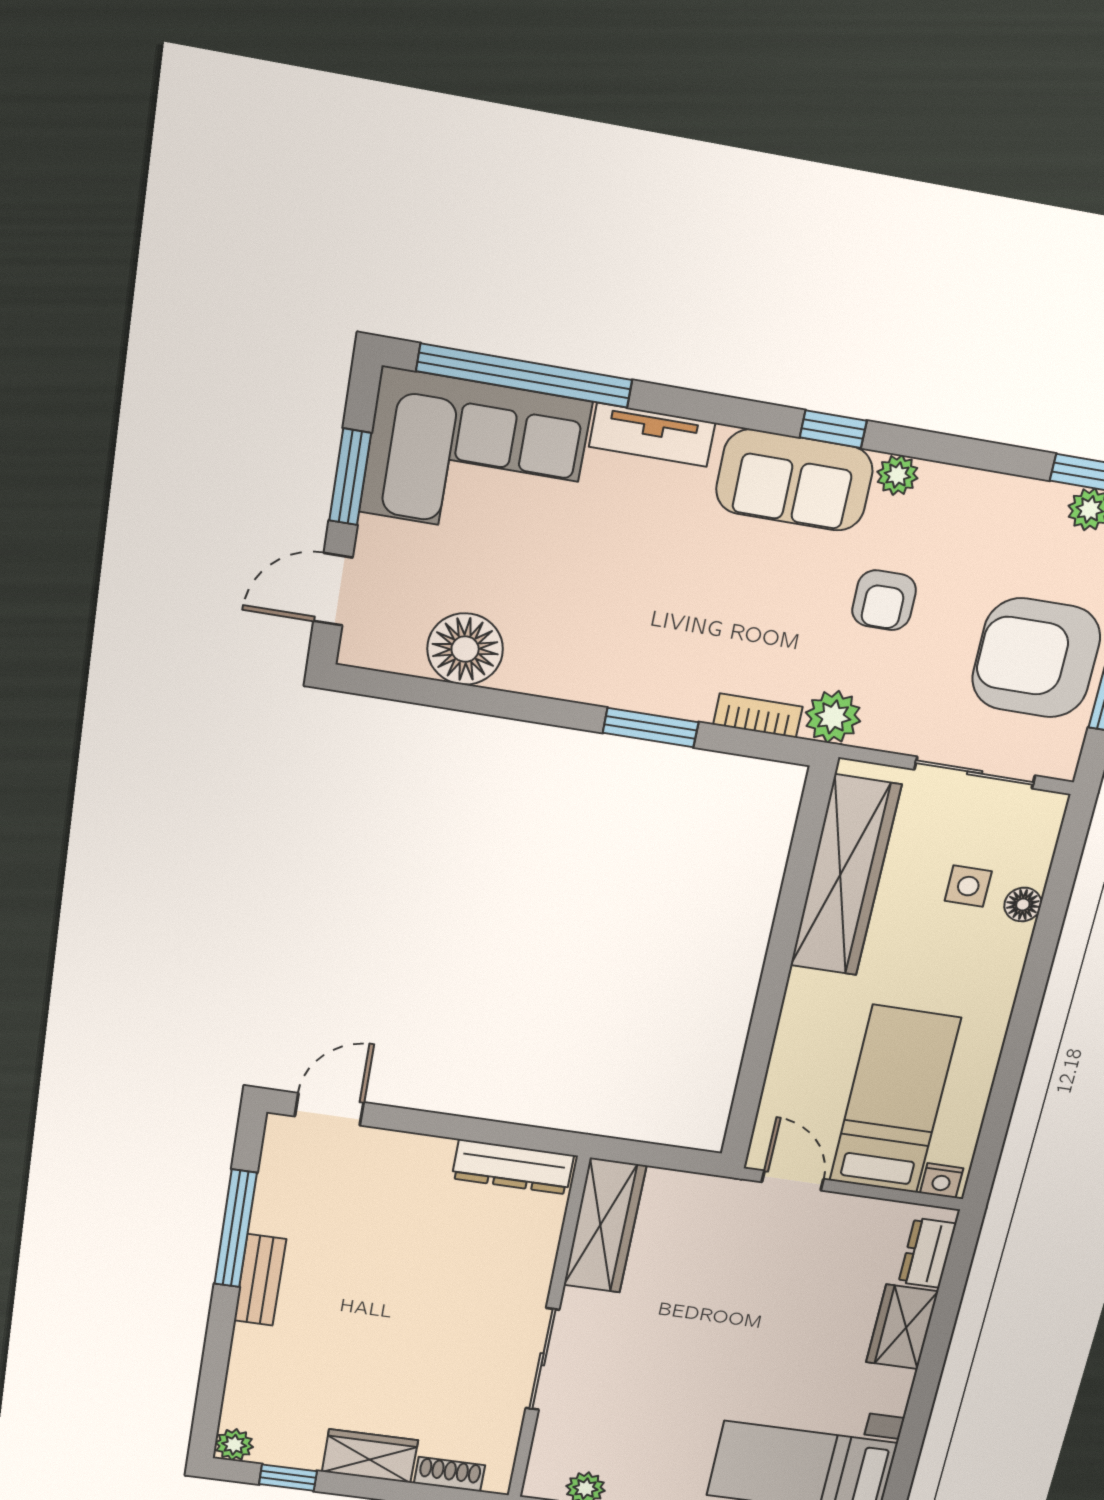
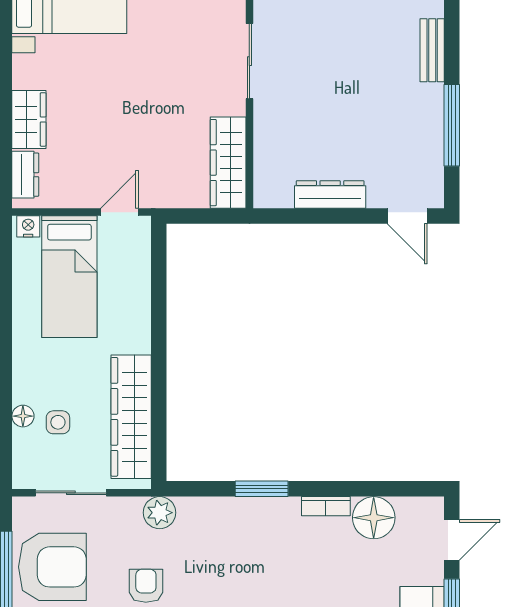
bookcase: (758, 716) -> (326, 506), moved
door: (329, 1109) -> (407, 216), hinge flipped
dresser: (513, 1167) -> (330, 194), moved
door: (793, 1180) -> (119, 212), swing flipped
bench: (260, 1280) -> (432, 50), moved

